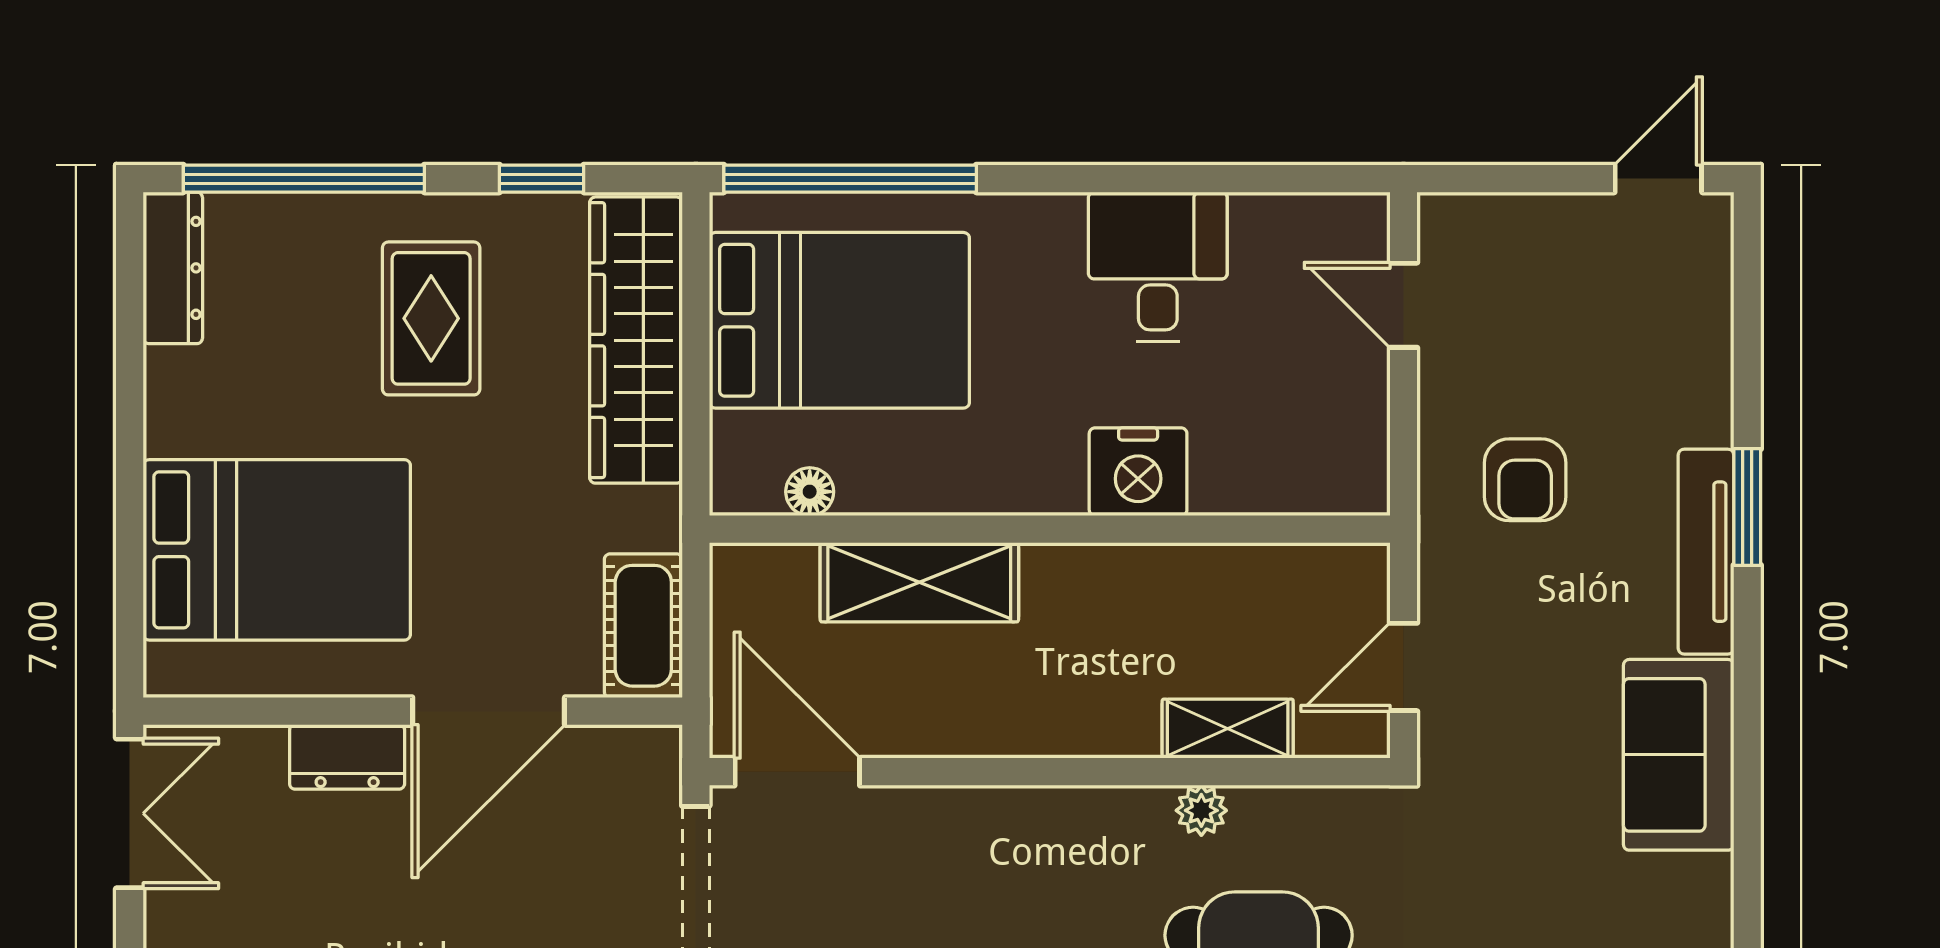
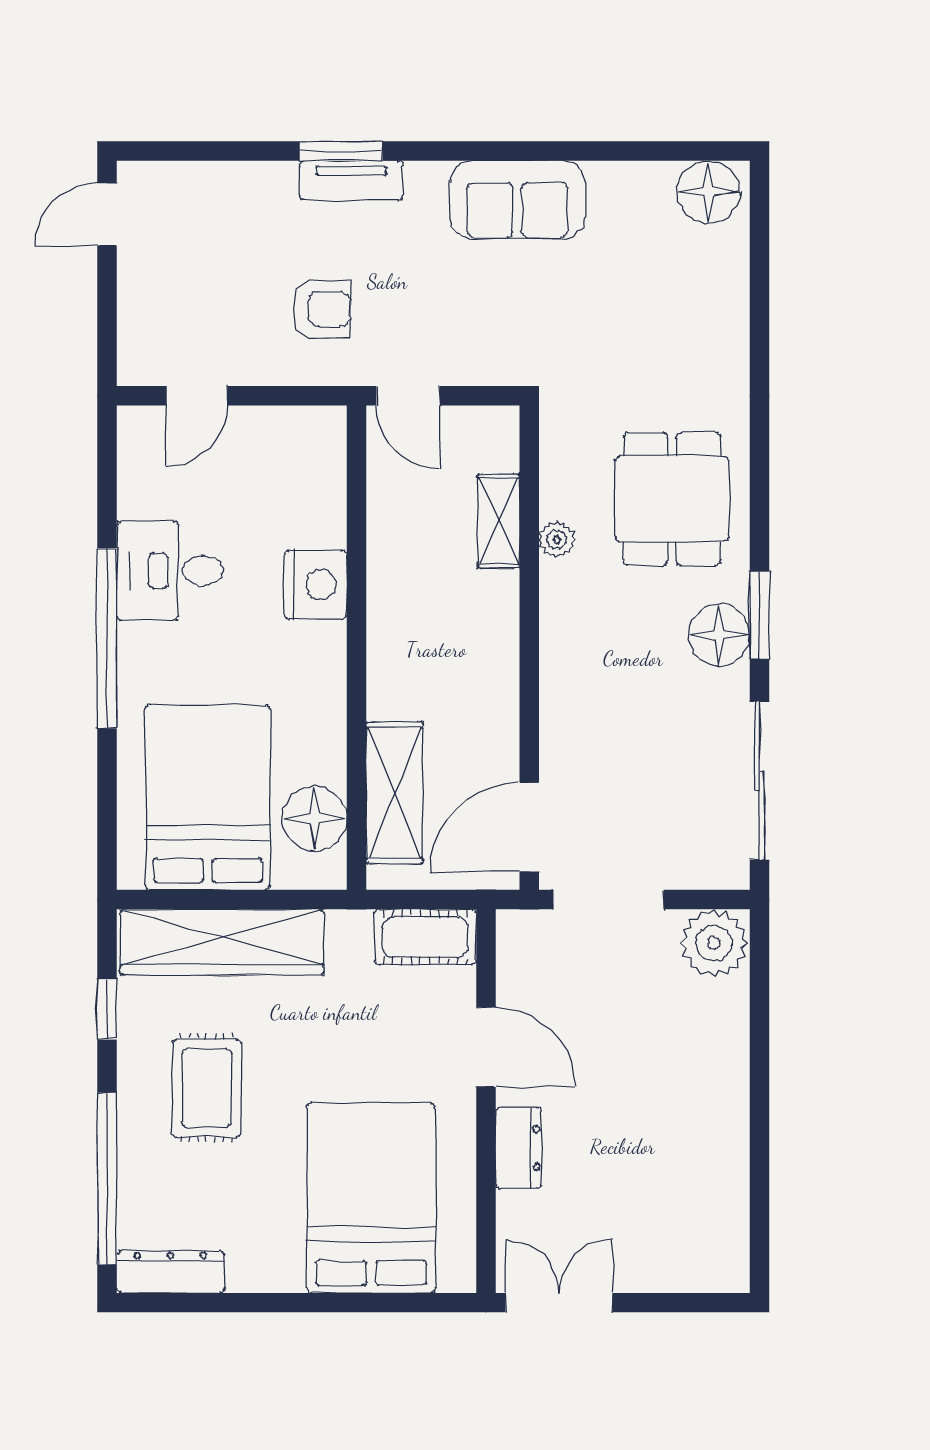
window: (850, 179) -> (107, 638), moved
door: (1658, 179) -> (107, 214), hinge flipped
rug: (431, 318) -> (206, 1088), turned 90
floor lamp: (810, 492) -> (315, 818), width x1.89, depth x1.89
tv unit: (1706, 552) -> (351, 180), width x0.71
shelving: (919, 582) -> (394, 793), moved
door: (1404, 667) -> (408, 396), moved
door: (489, 711) -> (486, 1047), width x0.73

